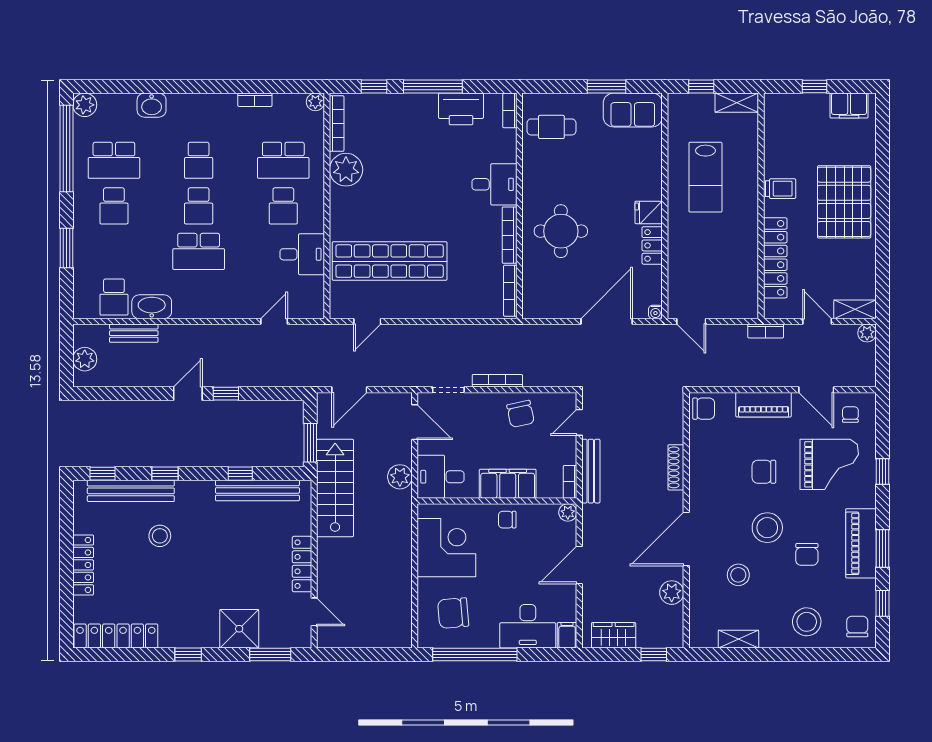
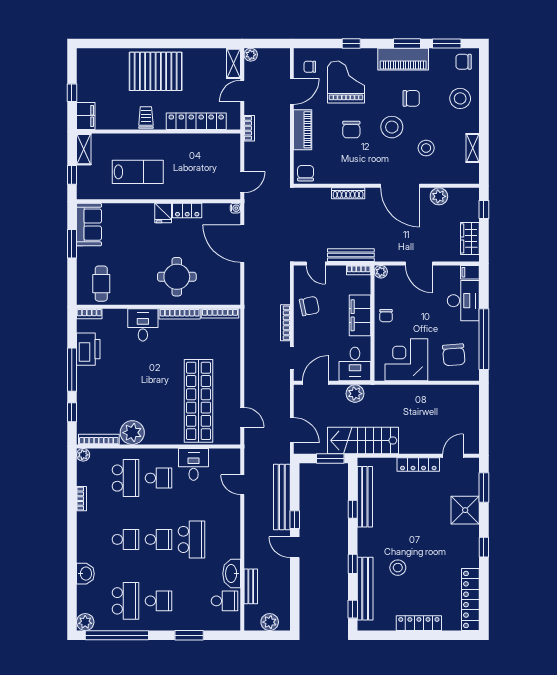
filing cabinet: (849, 106) -> (86, 116), moved
bench: (257, 376) -> (282, 497), added
window: (883, 603) -> (447, 43), width x1.50

